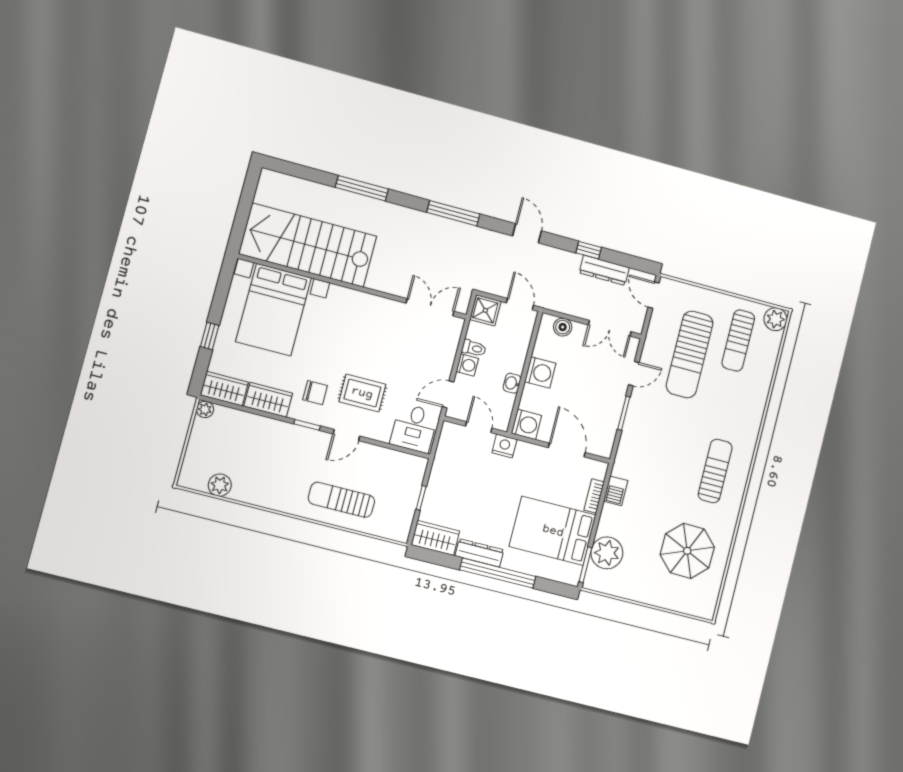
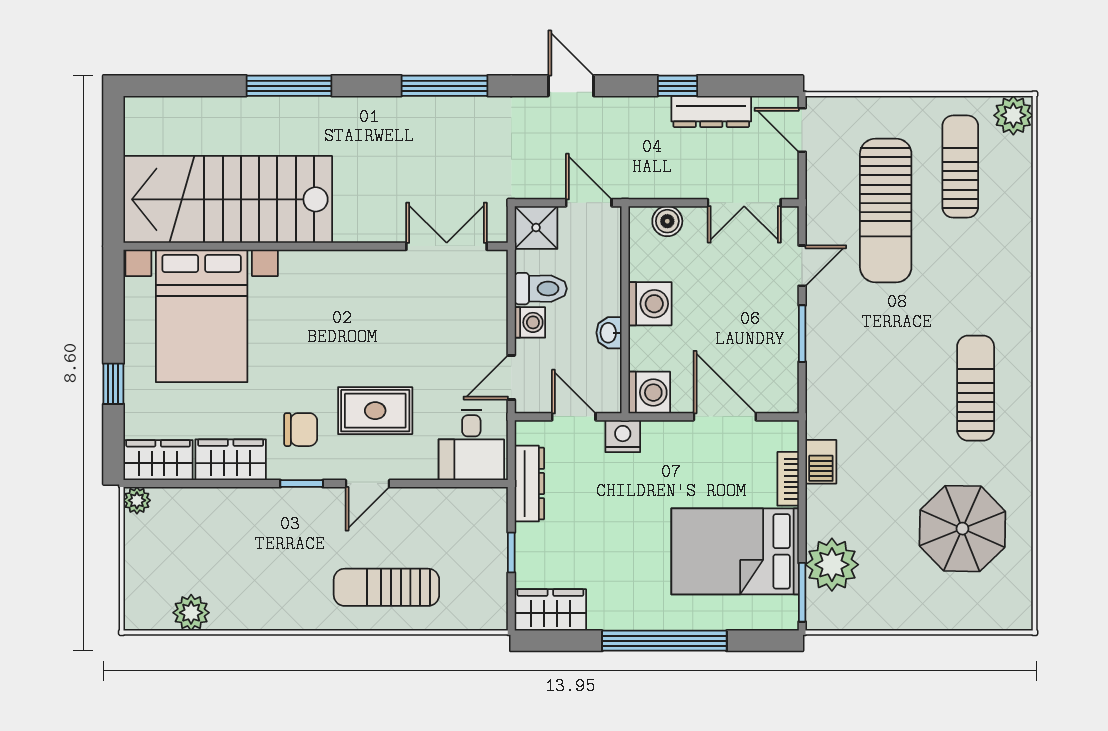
sun lounger: (738, 340) -> (960, 167), turned 180
toilet: (474, 348) -> (541, 289), width x1.37, depth x1.39
dresser: (479, 553) -> (529, 484), moved, turned 90

